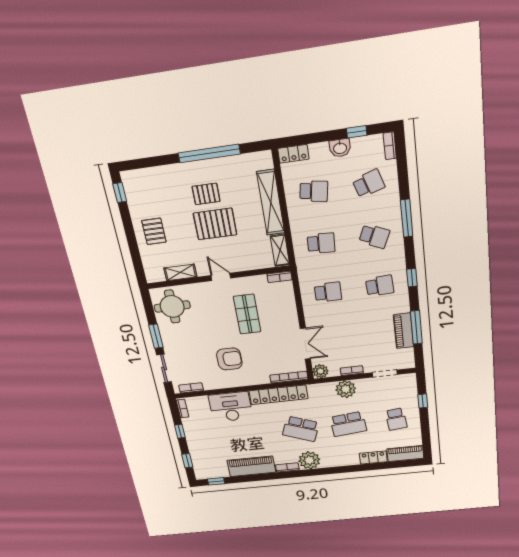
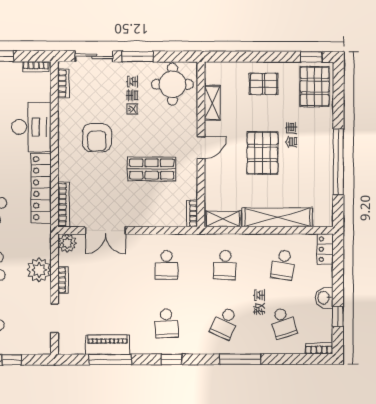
pallet: (206, 194) -> (315, 86), moved, width x1.50, depth x1.42

